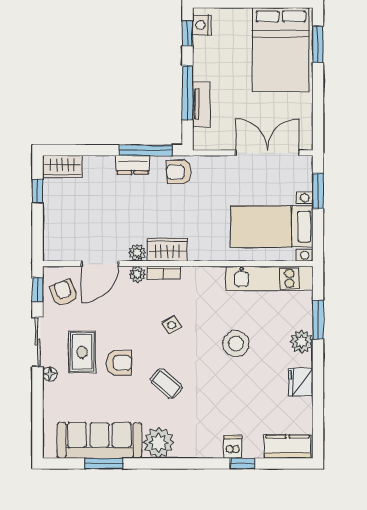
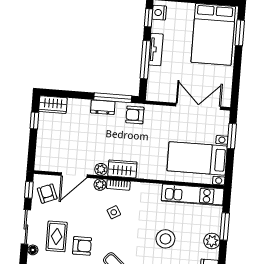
tv unit: (201, 104) -> (156, 49), moved
side table: (172, 325) -> (114, 212), moved

